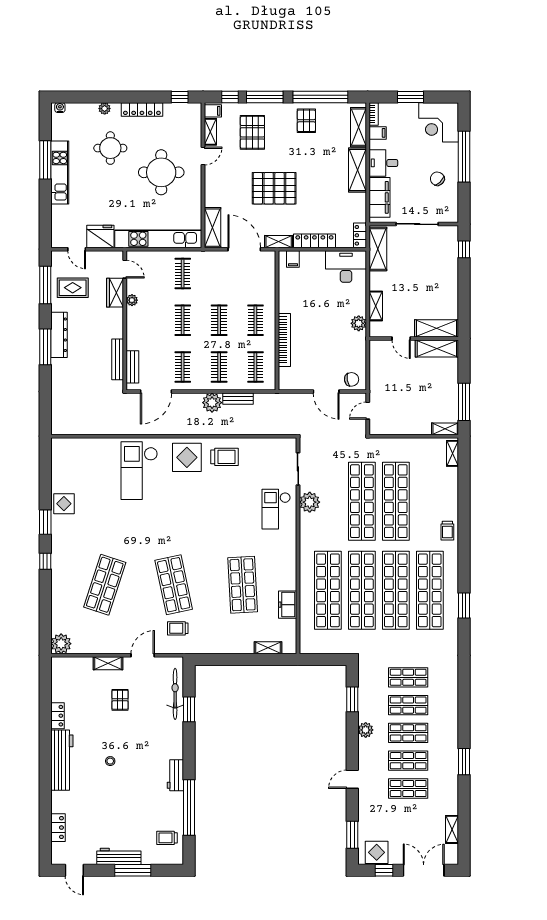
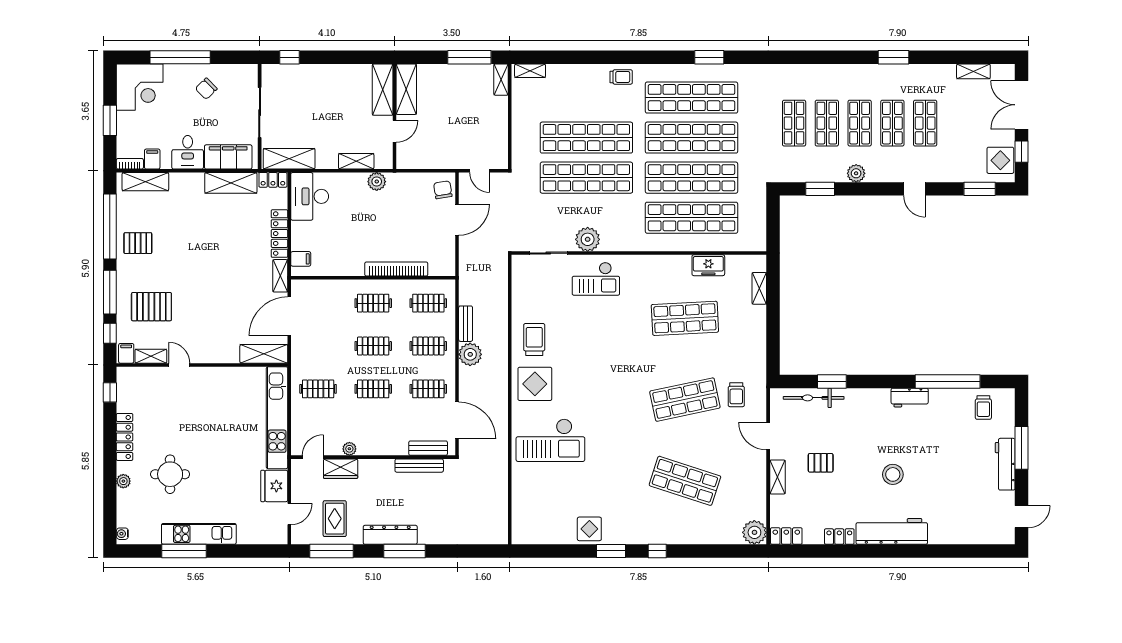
shelving: (357, 170) -> (231, 183), moved
round table: (161, 172) -> (199, 414), removed
pallet: (274, 188) -> (217, 281), removed
stool: (110, 761) -> (893, 474), width x1.89, depth x1.89
locker: (58, 828) -> (786, 536), moved

